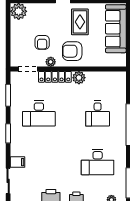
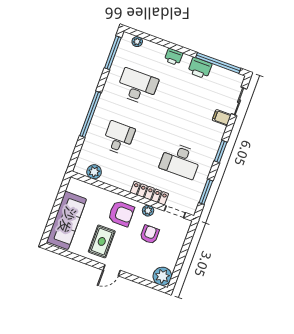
plant: (79, 78) -> (94, 172), moved
desk: (39, 113) -> (180, 161), turned 180

